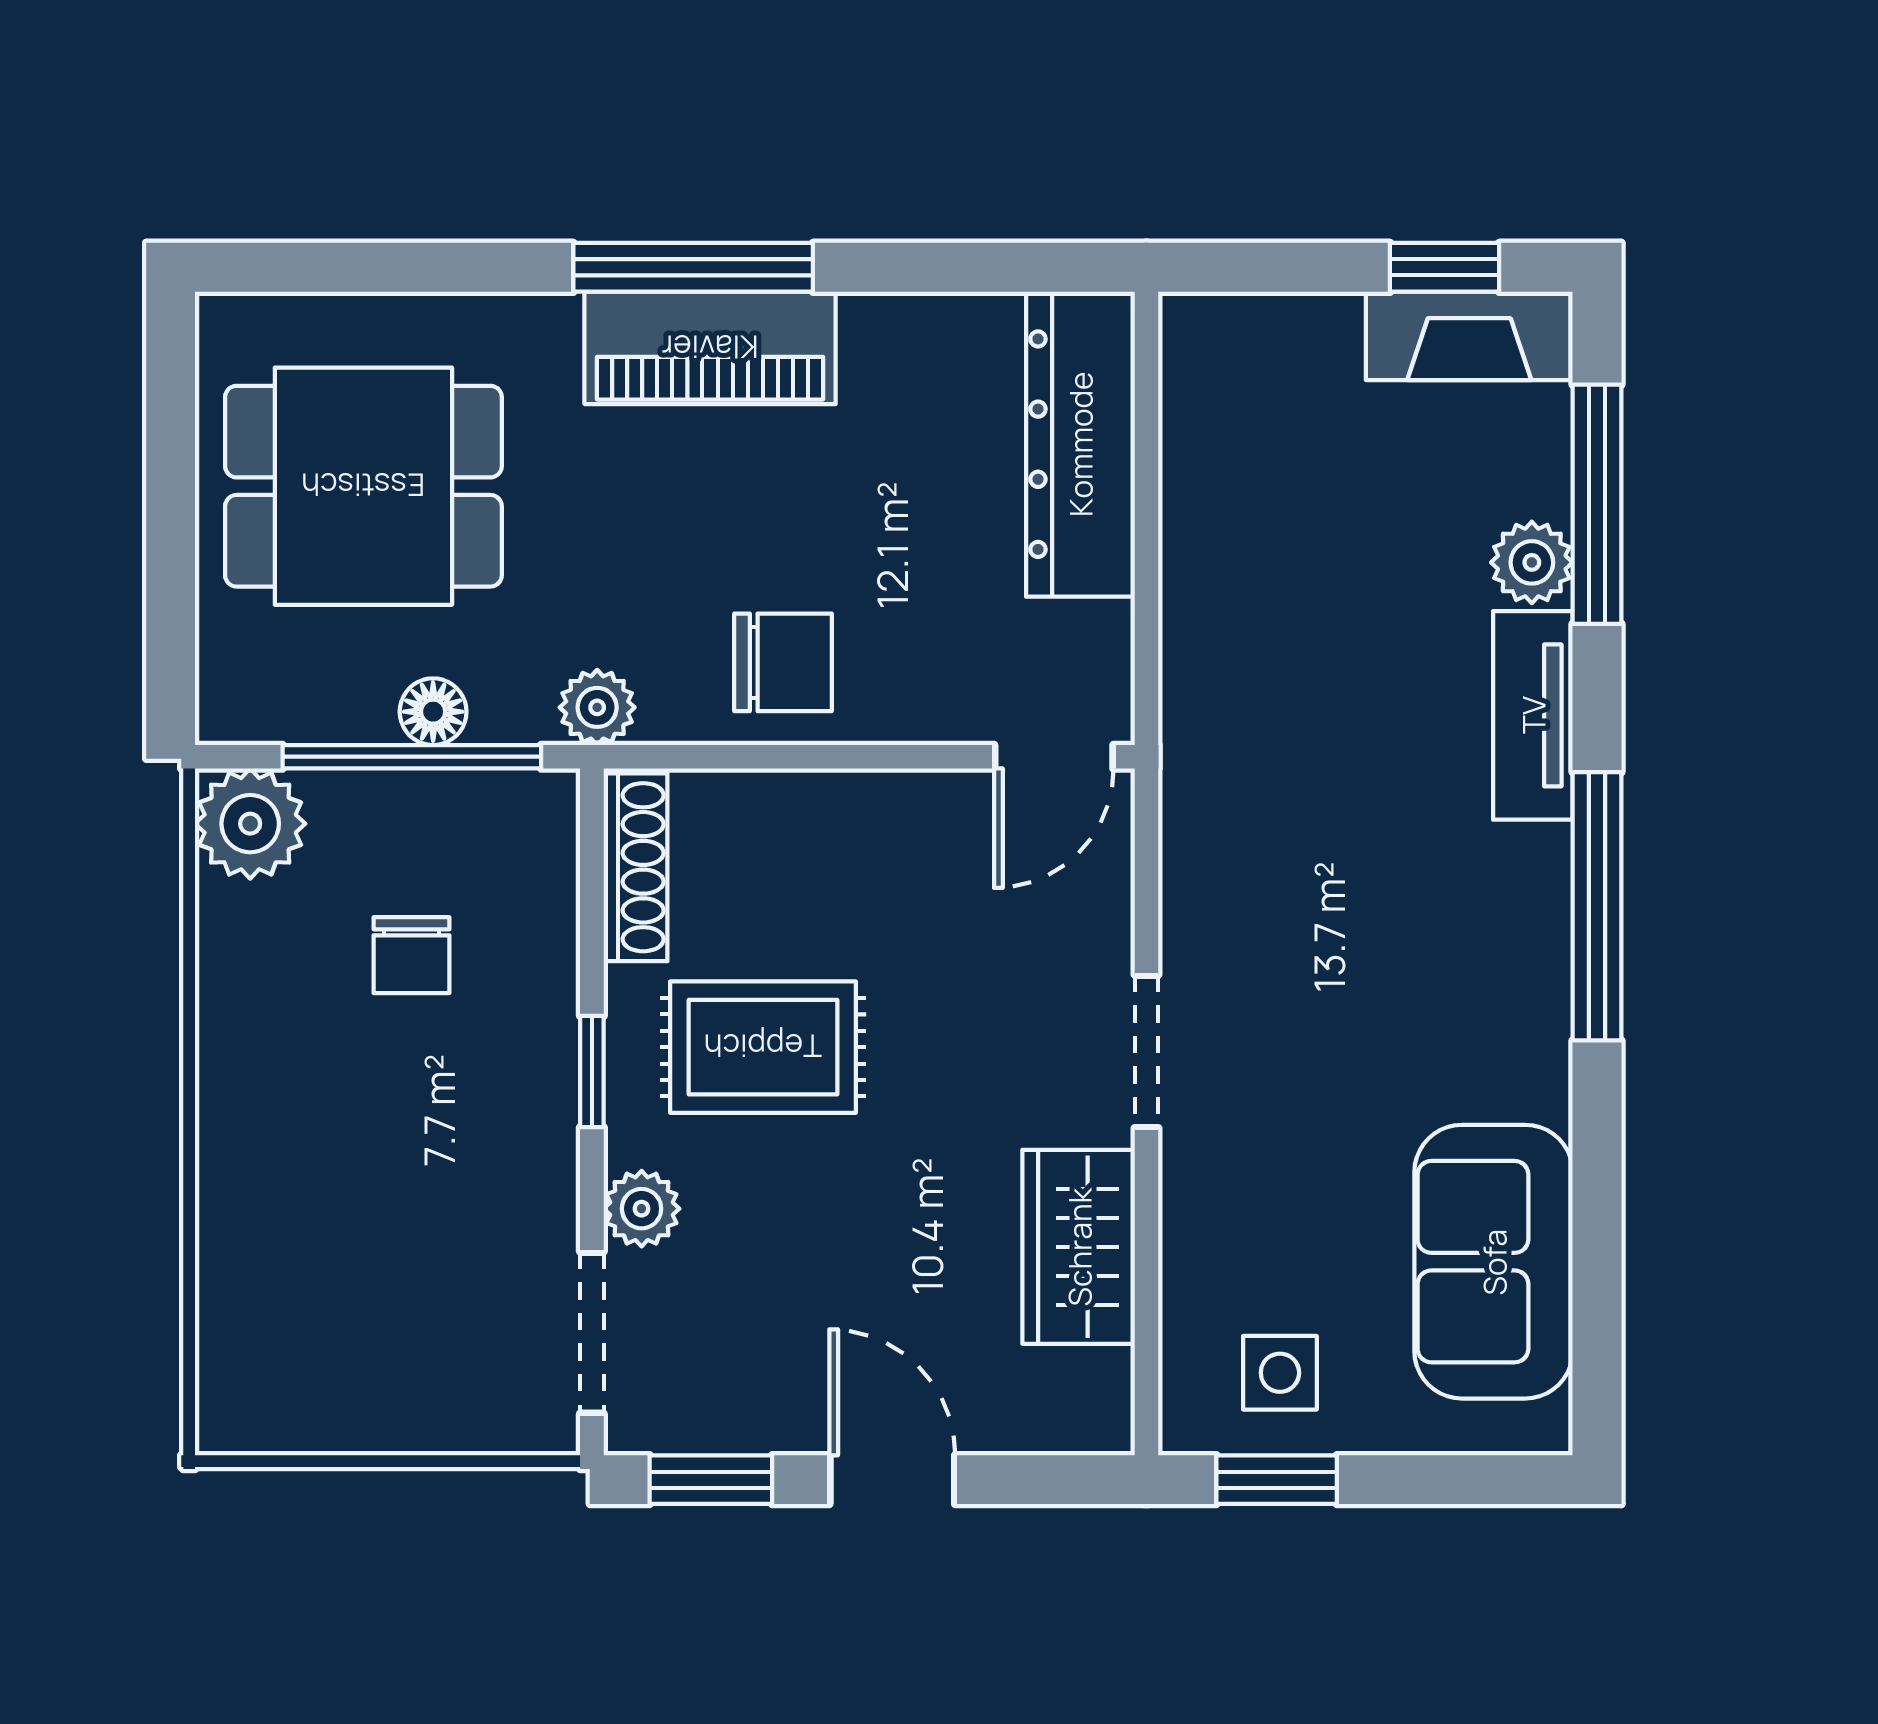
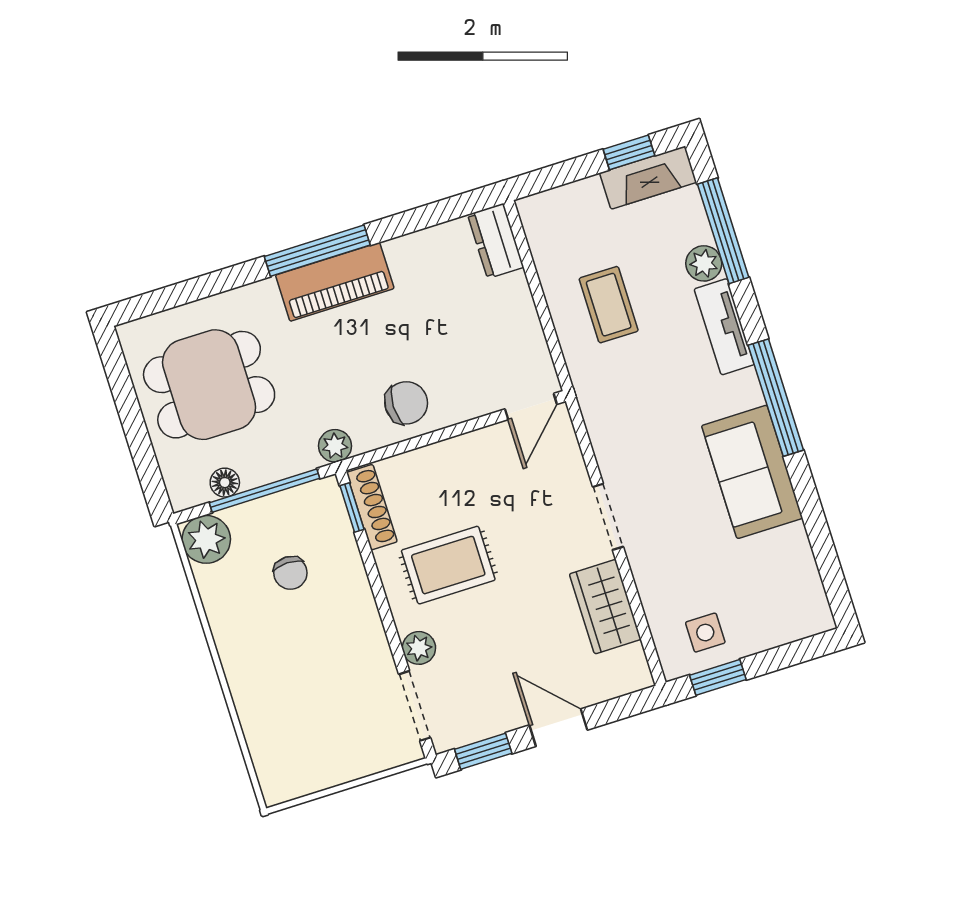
dresser: (1080, 444) -> (496, 241), width x0.51, depth x0.80
coffee table: (1295, 587) -> (609, 305), added
floor lamp: (433, 712) -> (225, 483), moved
window: (592, 1072) -> (352, 508), moved
sofa: (1494, 1262) -> (752, 472), moved

